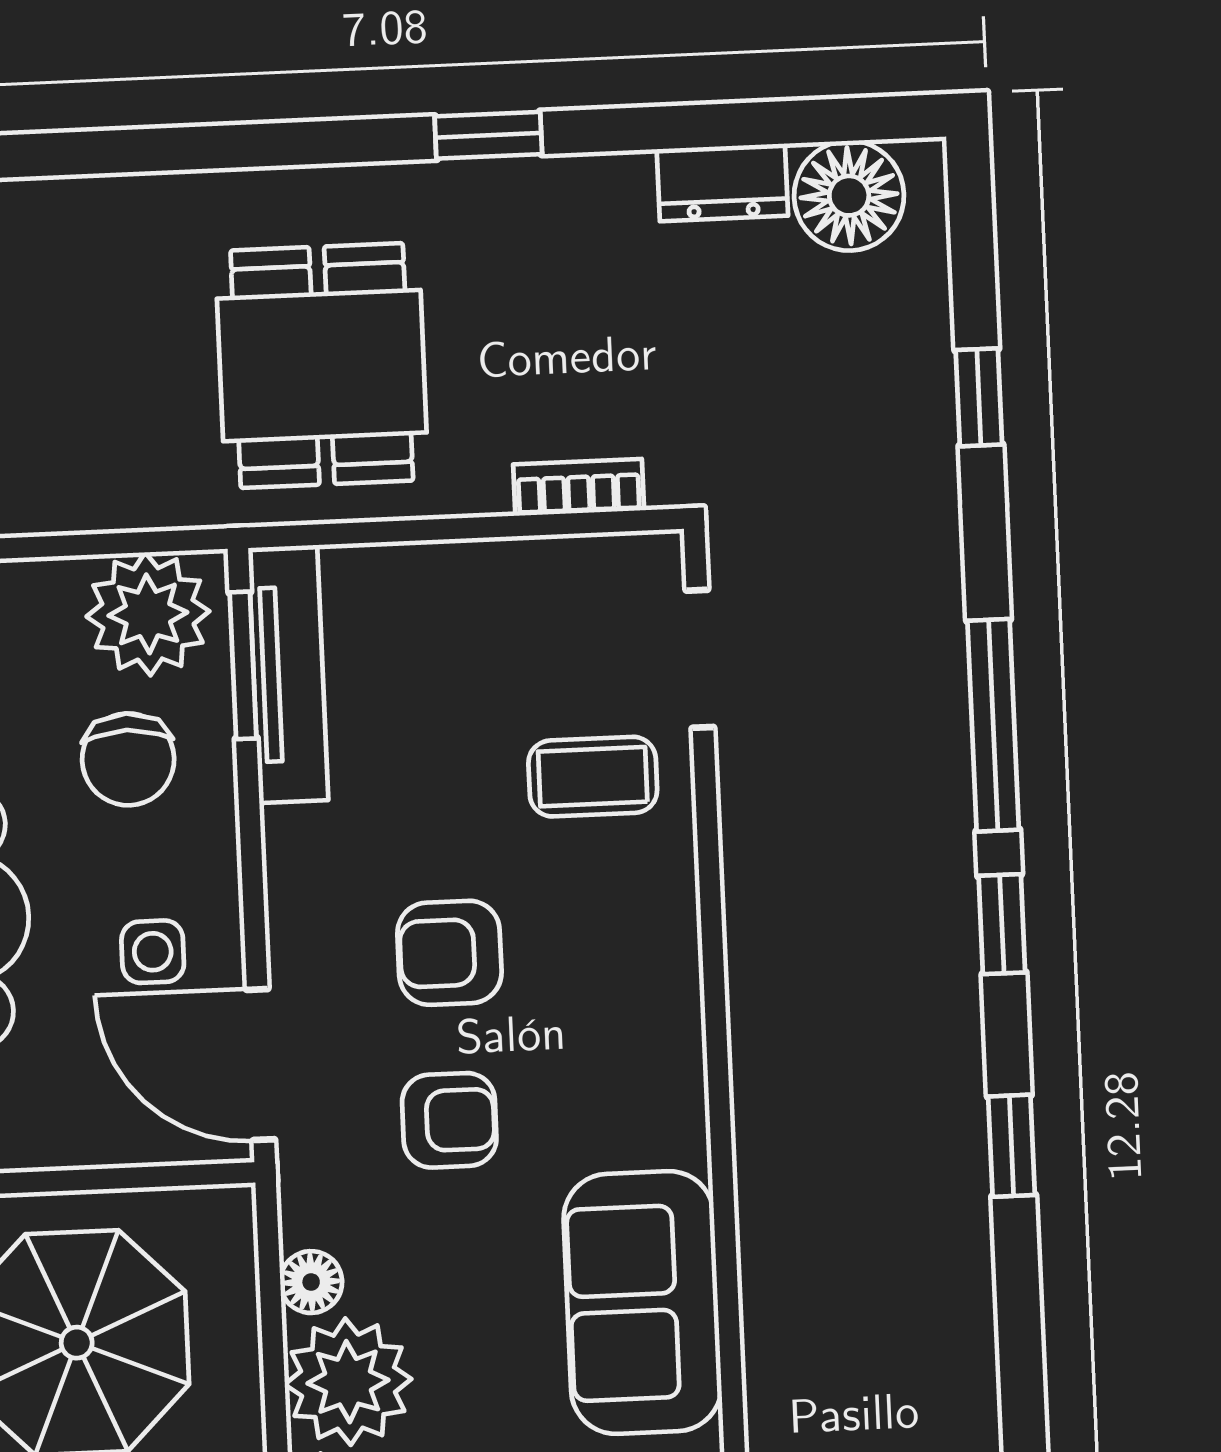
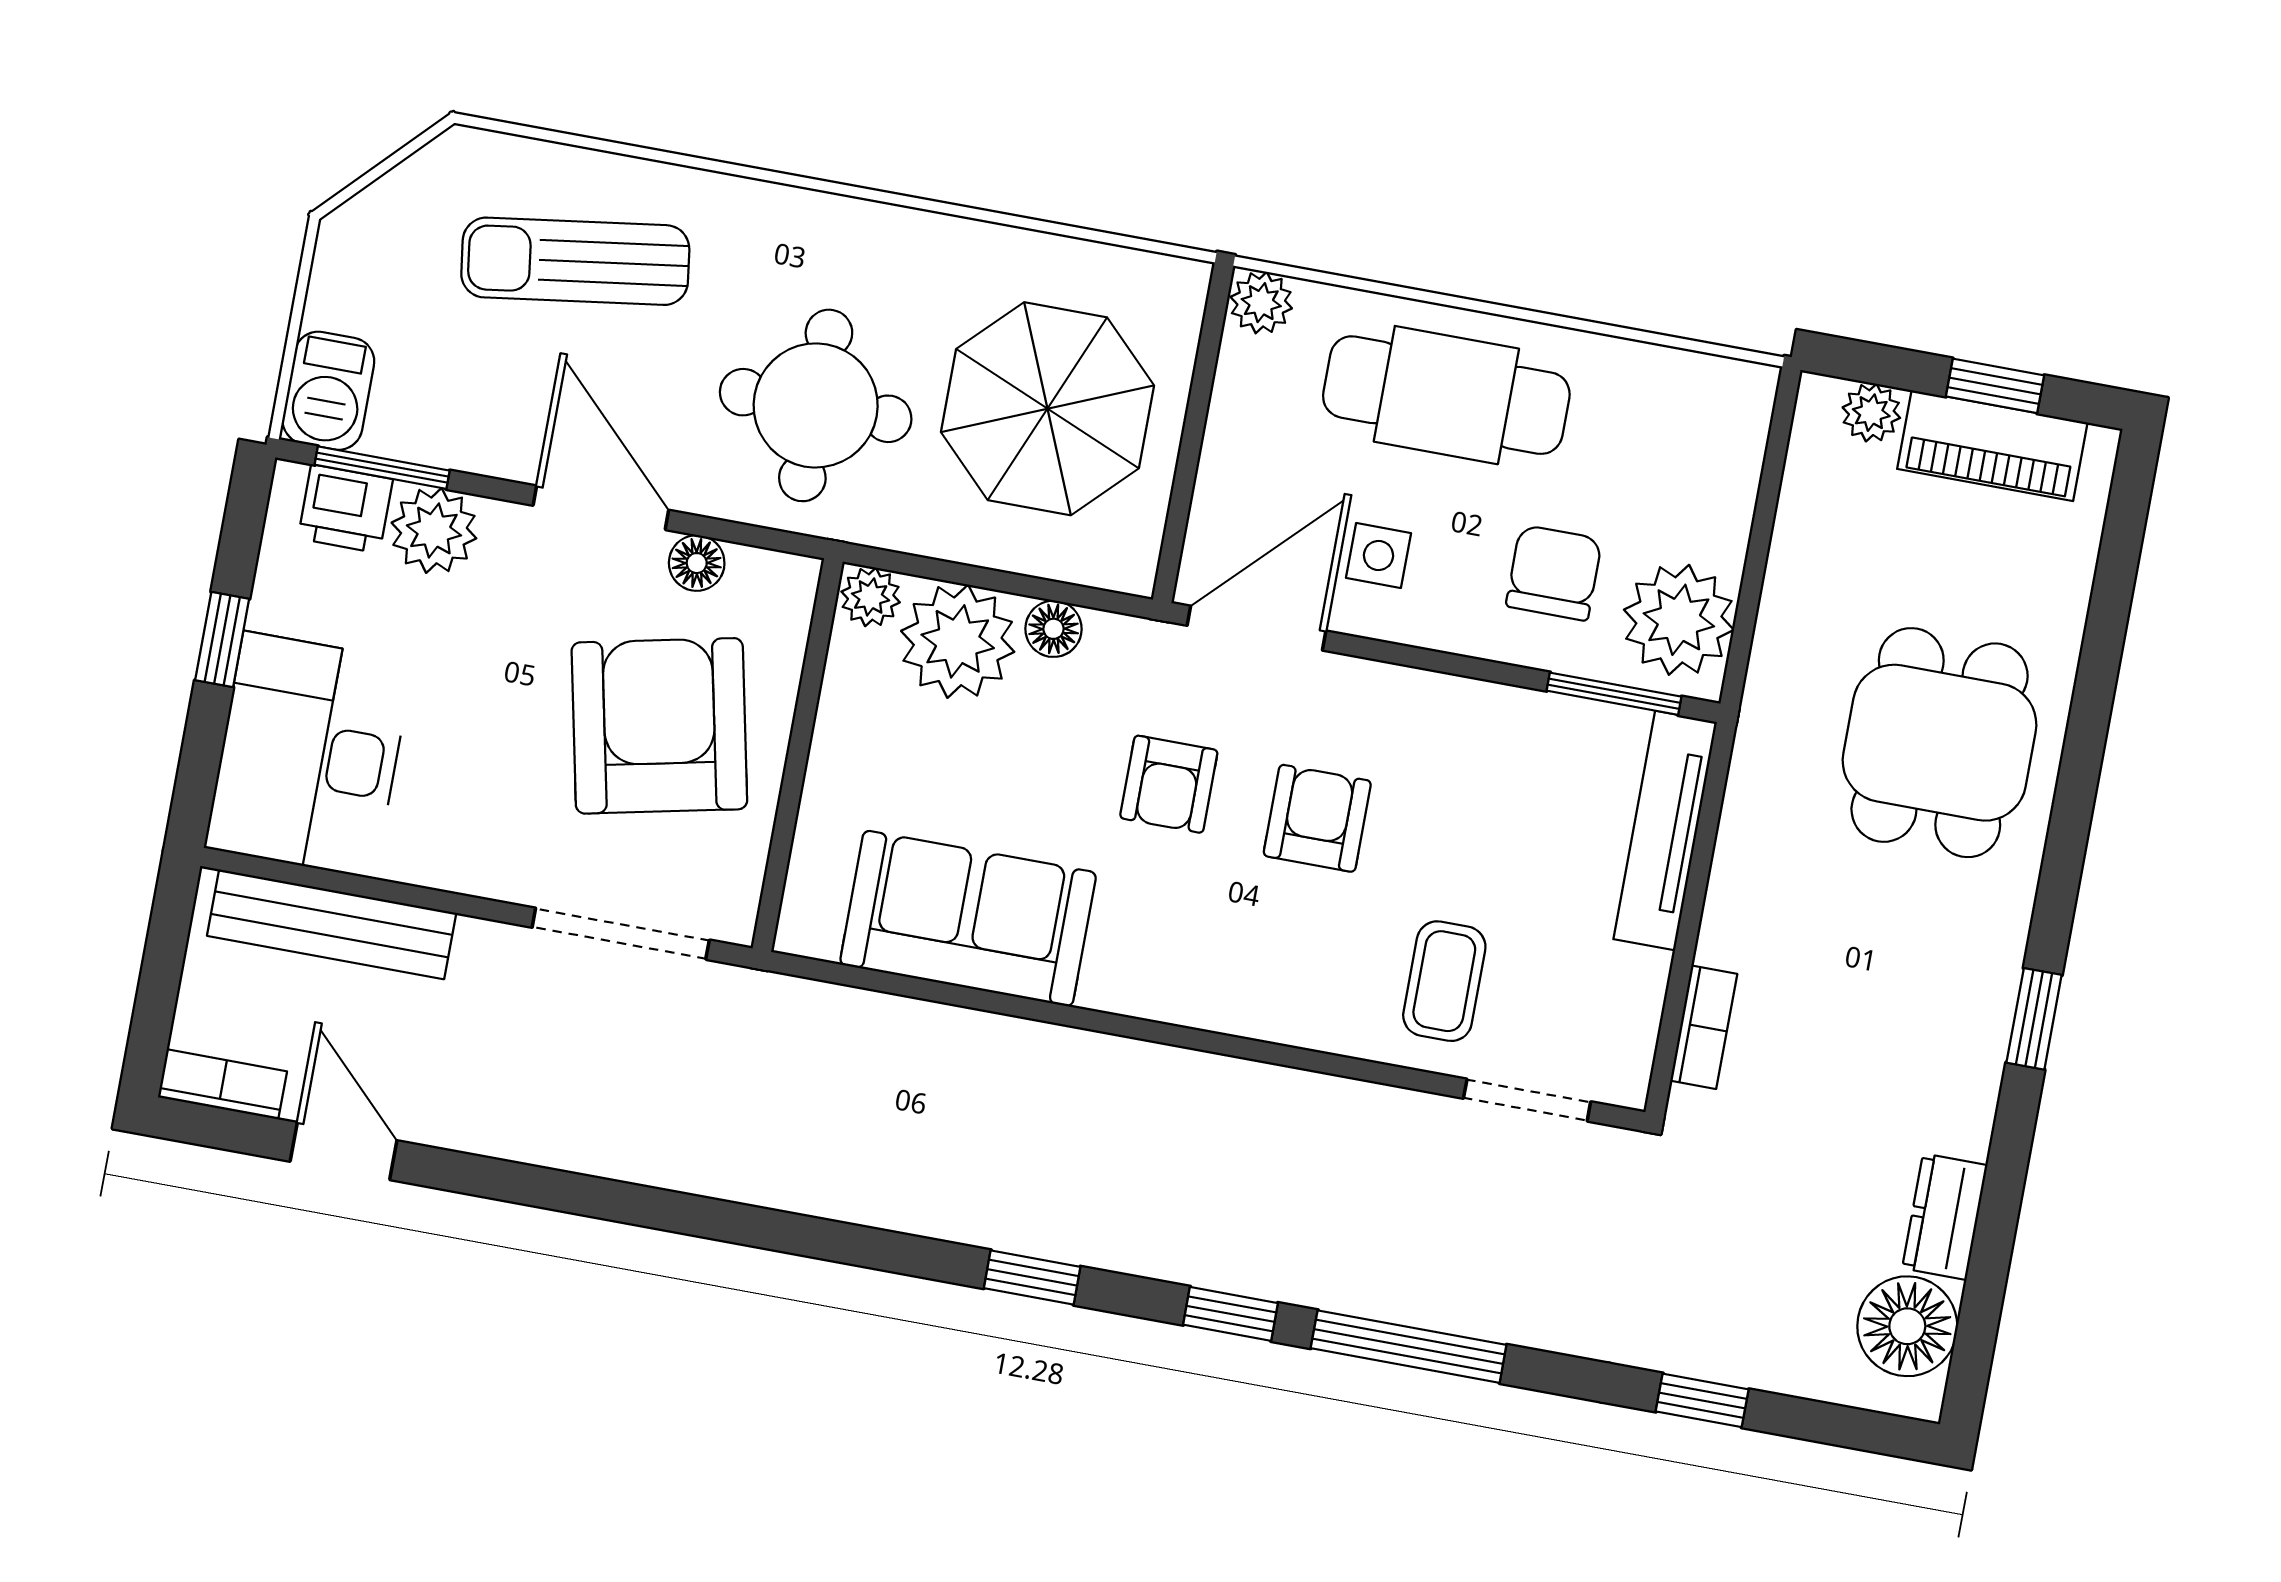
dining table: (322, 366) -> (1940, 743), moved, turned 90
tv unit: (288, 674) -> (1665, 831), moved, turned 90
chair: (128, 759) -> (1554, 573), turned 90

